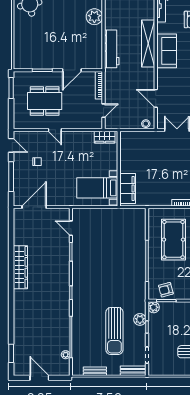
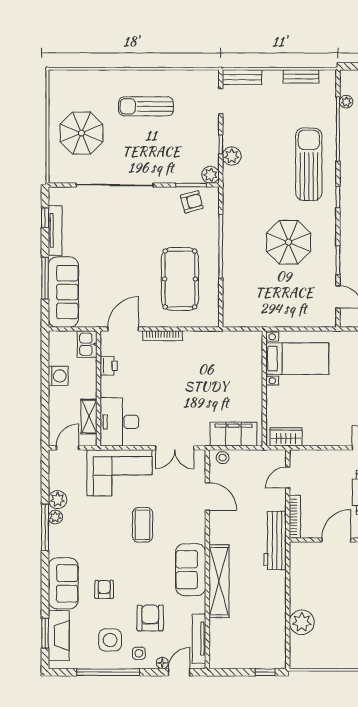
workbench: (112, 49) -> (275, 541), moved
filing cabinet: (128, 188) -> (234, 434), moved, turned 90
parasol: (103, 263) -> (289, 242), added
sun lounger: (114, 331) -> (309, 164), moved

